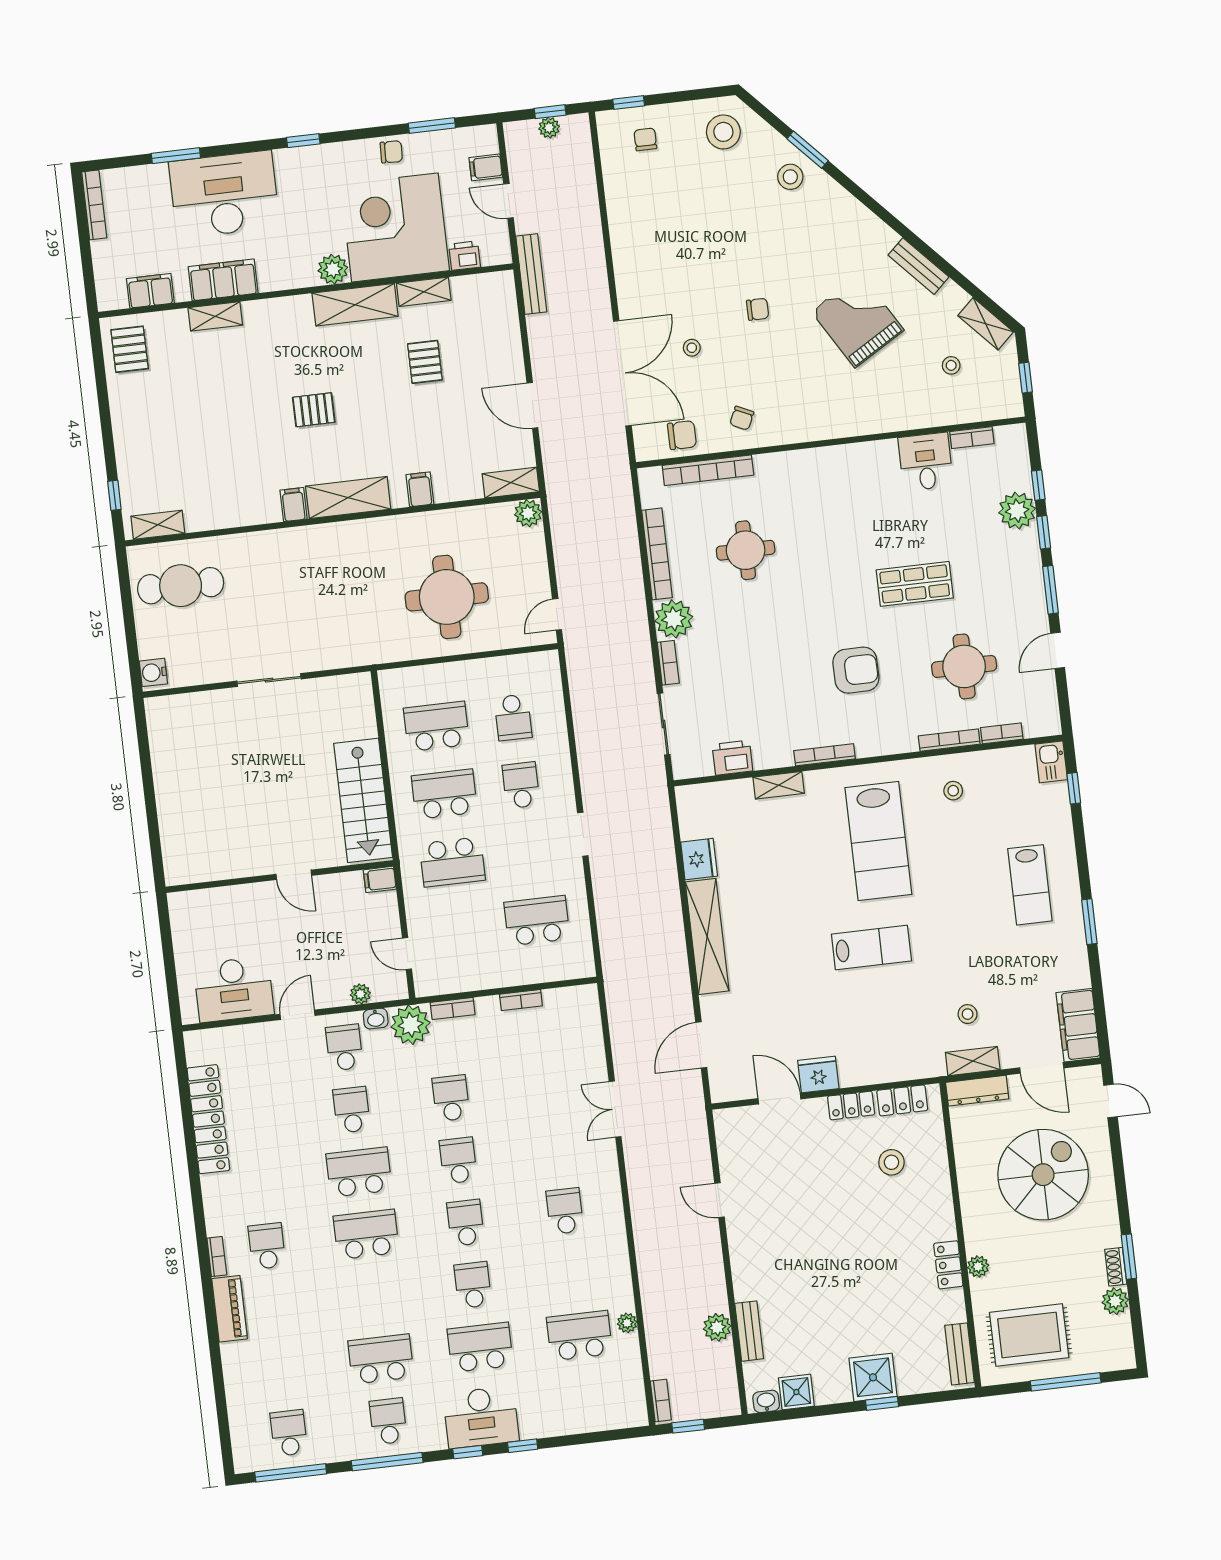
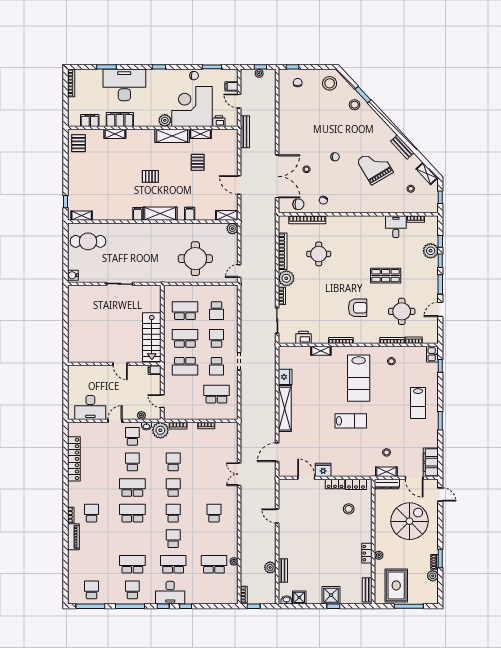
school desk: (529, 853) -> (216, 366), added
rug: (1029, 1335) -> (396, 585), turned 90

